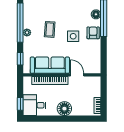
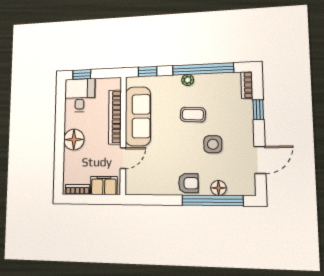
side table: (73, 36) -> (213, 144), moved
filing cabinet: (95, 88) -> (104, 185), added

